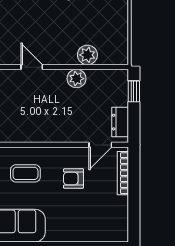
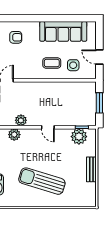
armchair: (73, 179) -> (16, 37), moved

